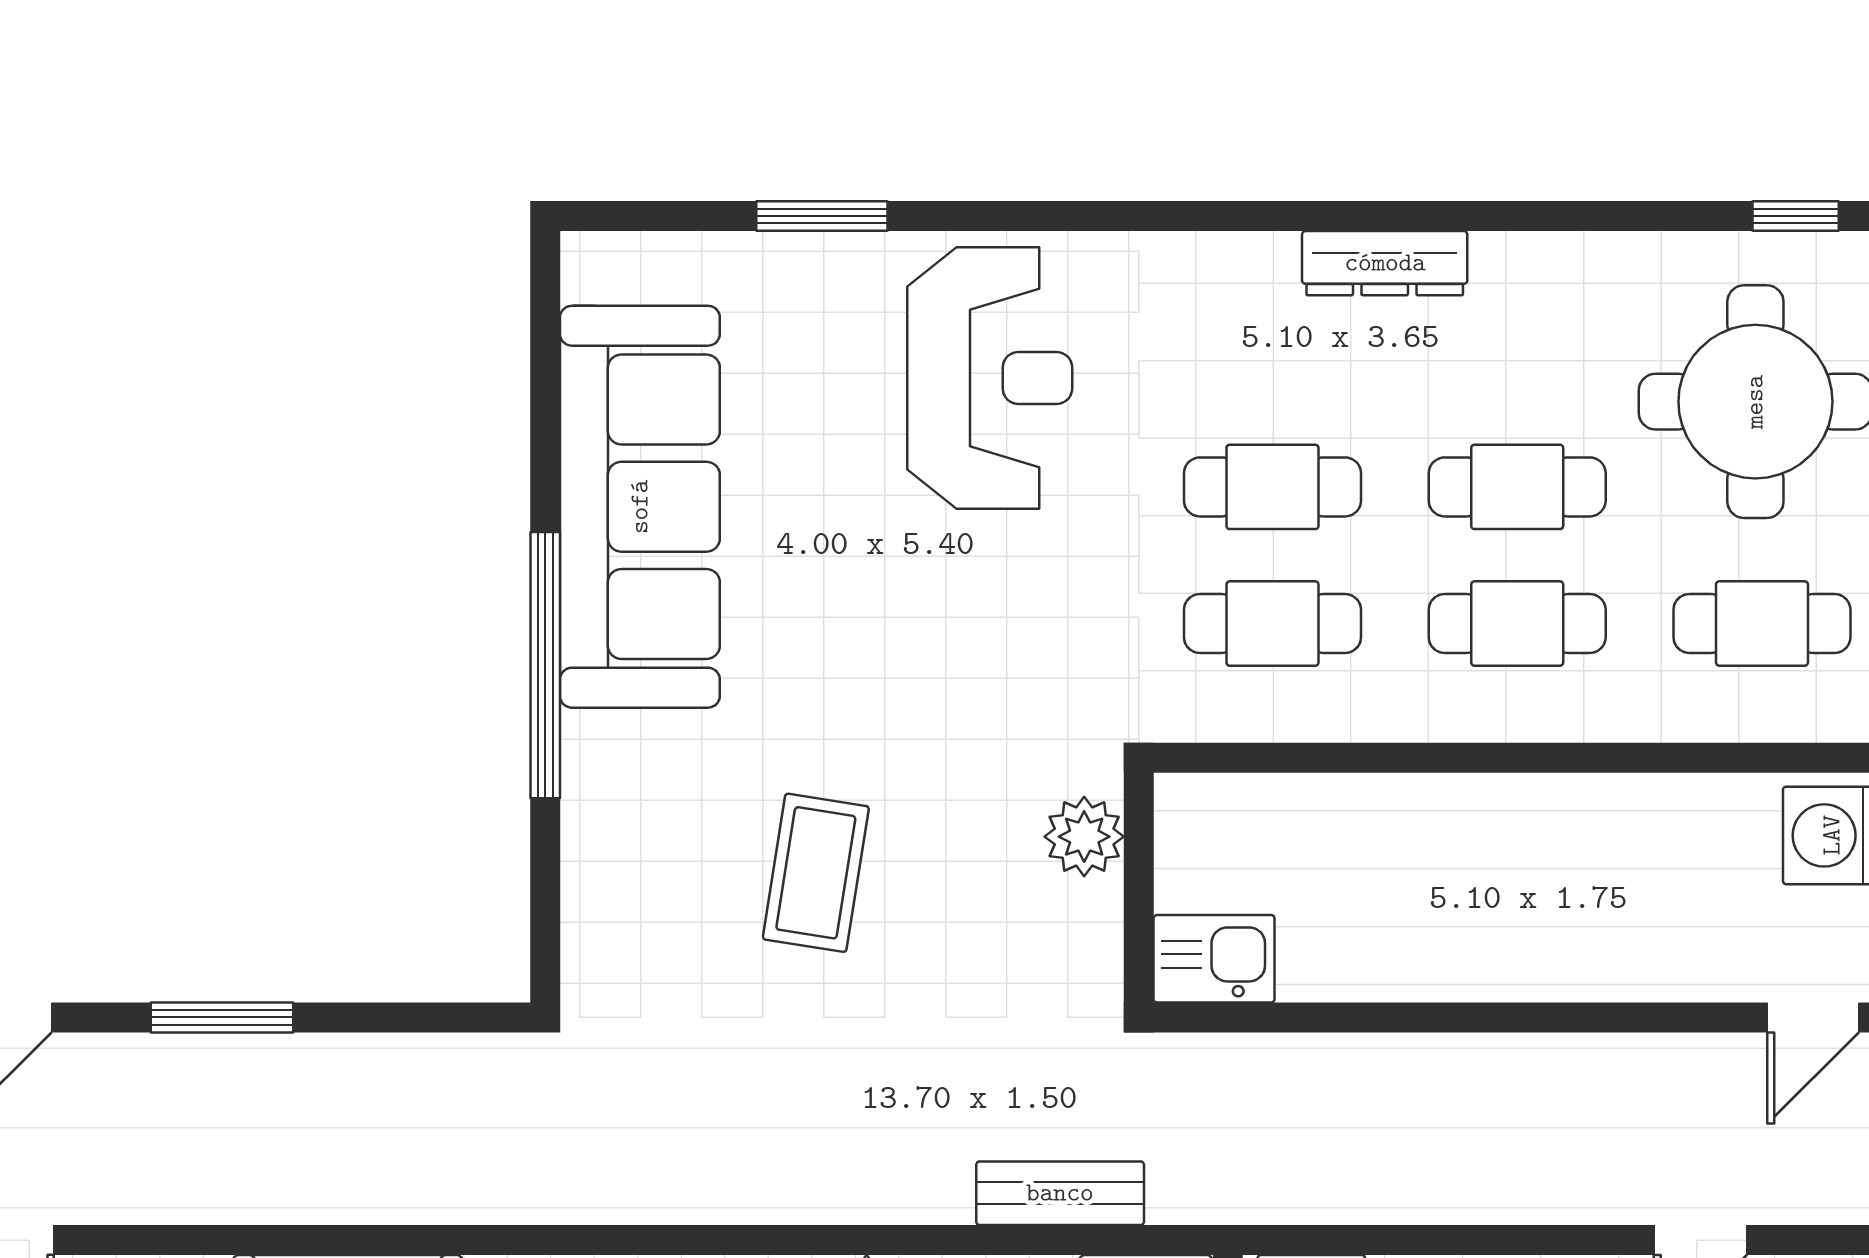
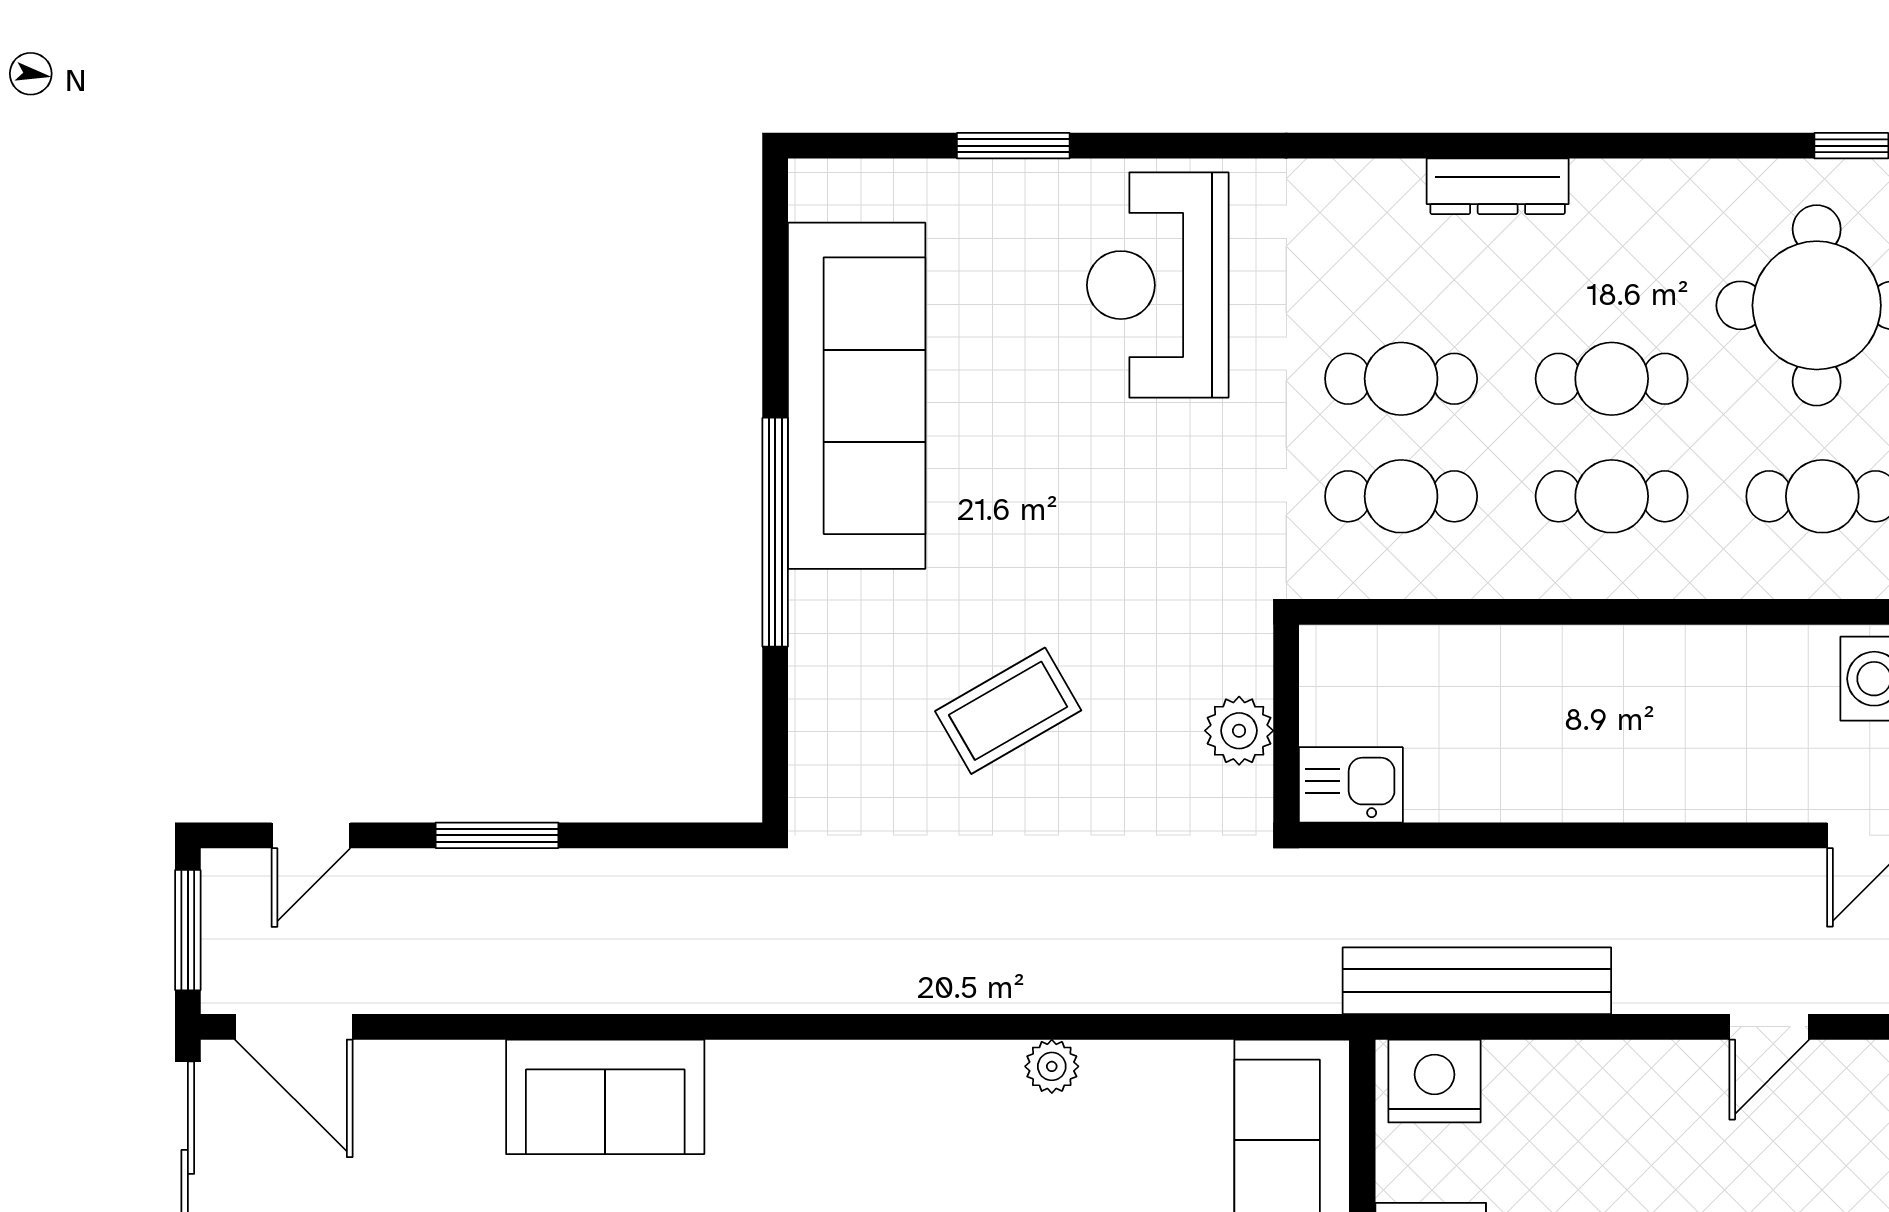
reception desk: (990, 378) -> (1158, 285), turned 180
plant: (1084, 837) -> (1239, 731), moved
coffee table: (816, 873) -> (1008, 711), turned 51
bench: (1060, 1193) -> (1477, 981), moved, width x1.86, depth x1.21

